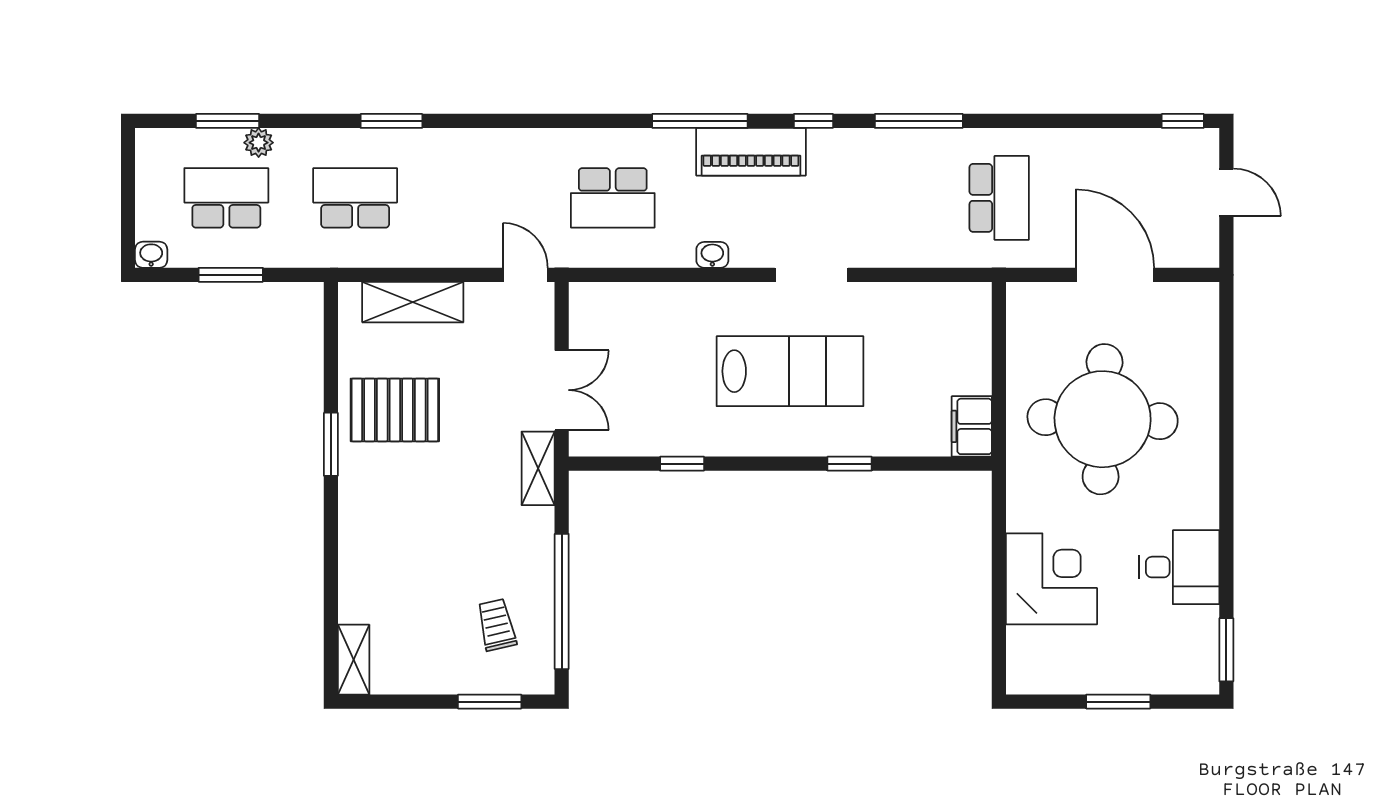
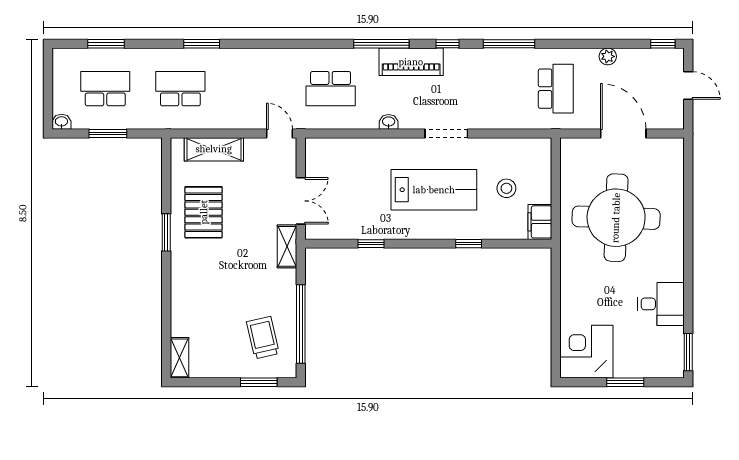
plant: (259, 143) -> (608, 56), moved
stool: (914, 369) -> (506, 188), added
pallet: (395, 410) -> (204, 212), turned 90
corner desk: (1052, 579) -> (586, 352), moved, turned -90
trolley: (497, 625) -> (263, 338), width x1.36, depth x1.39

